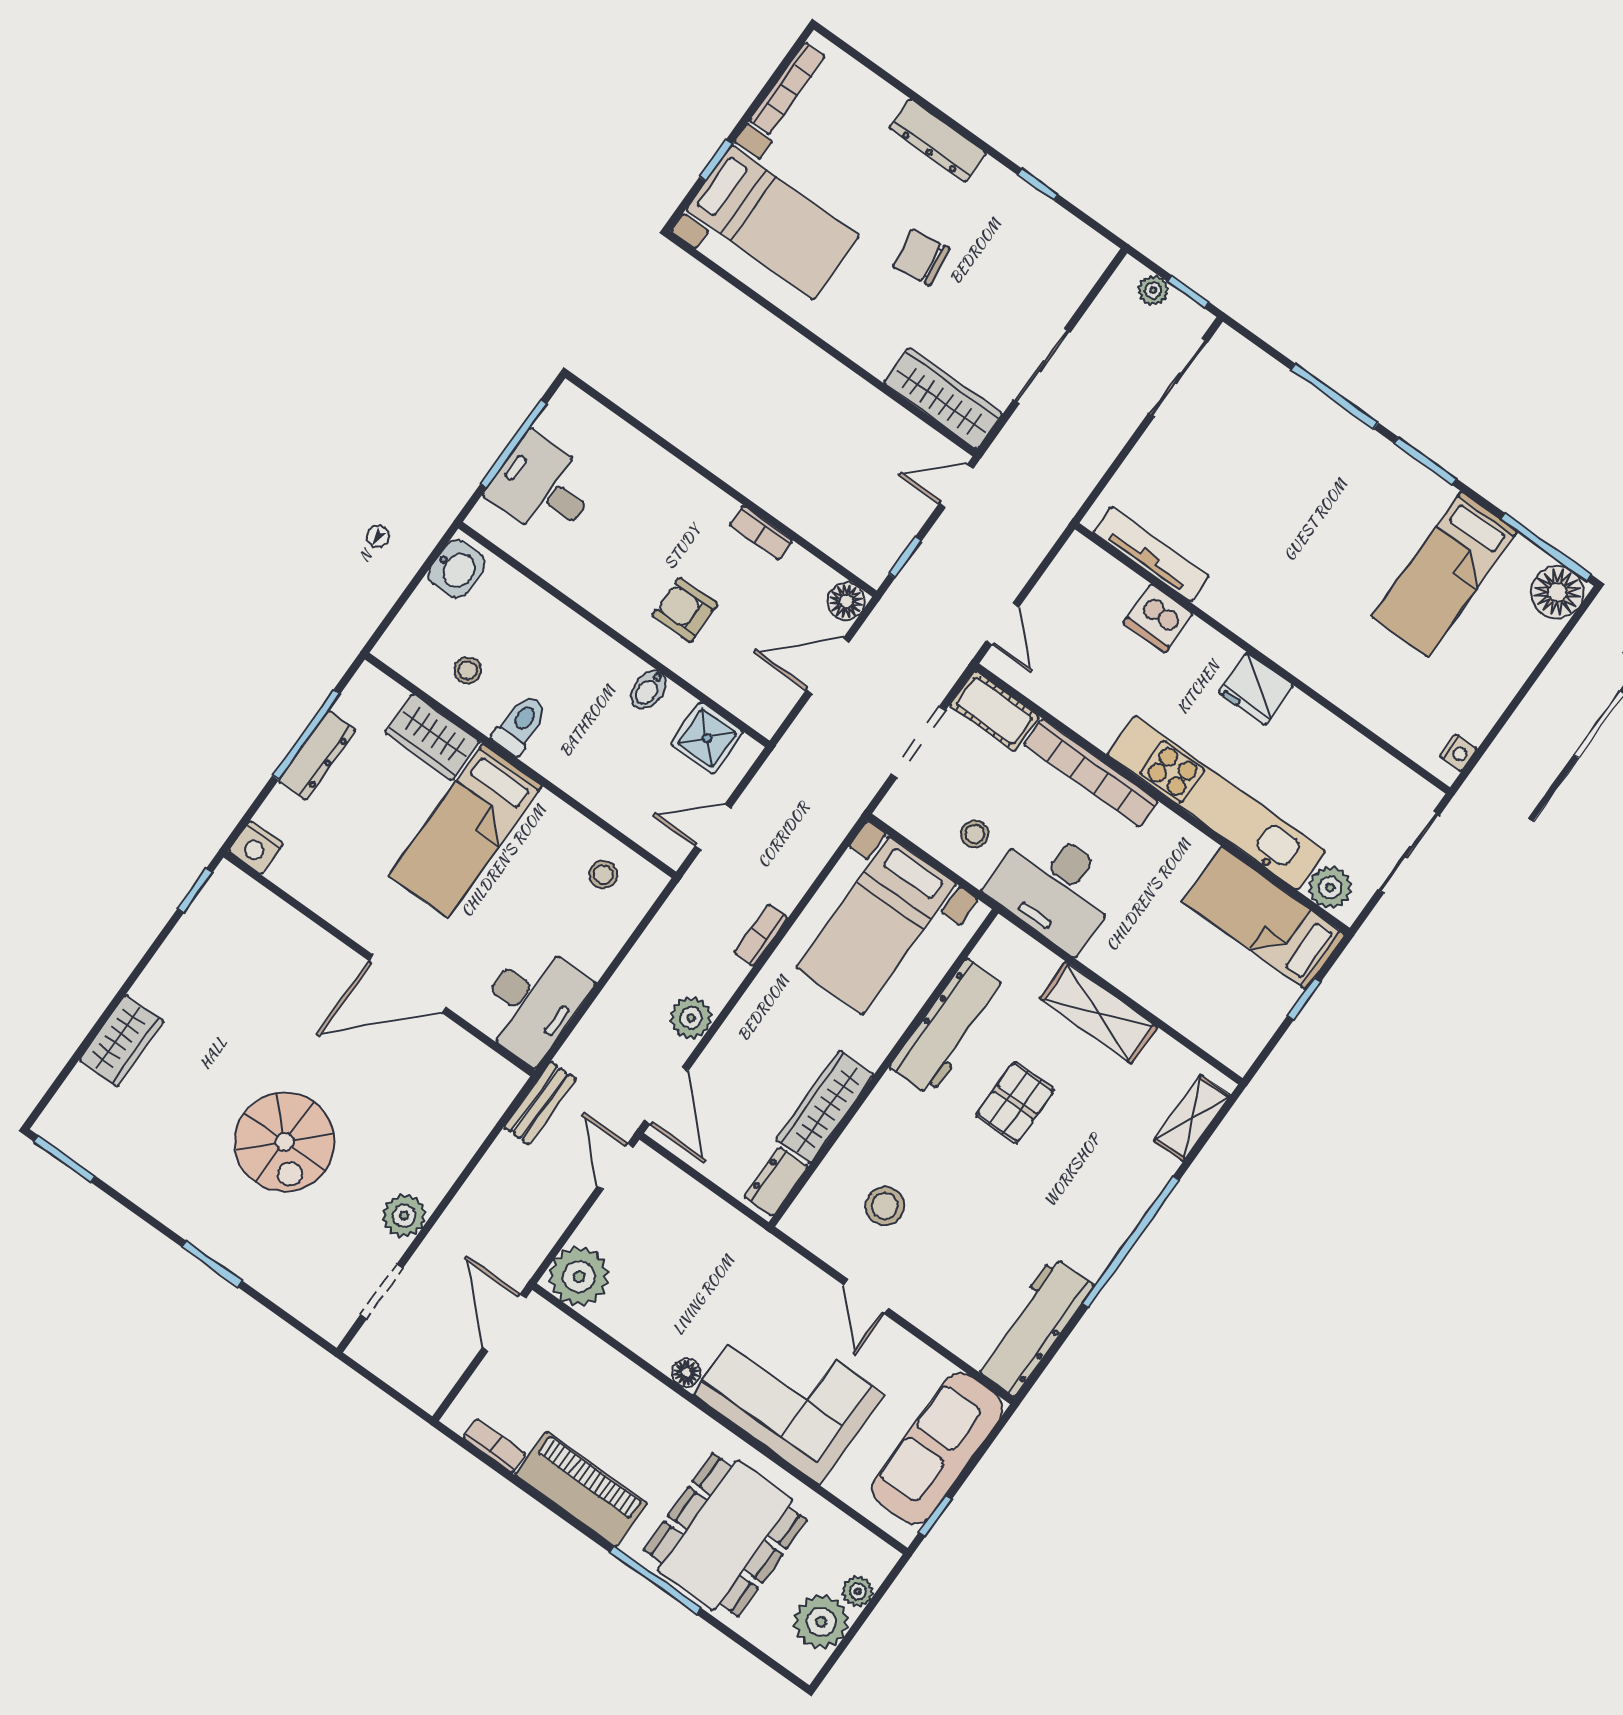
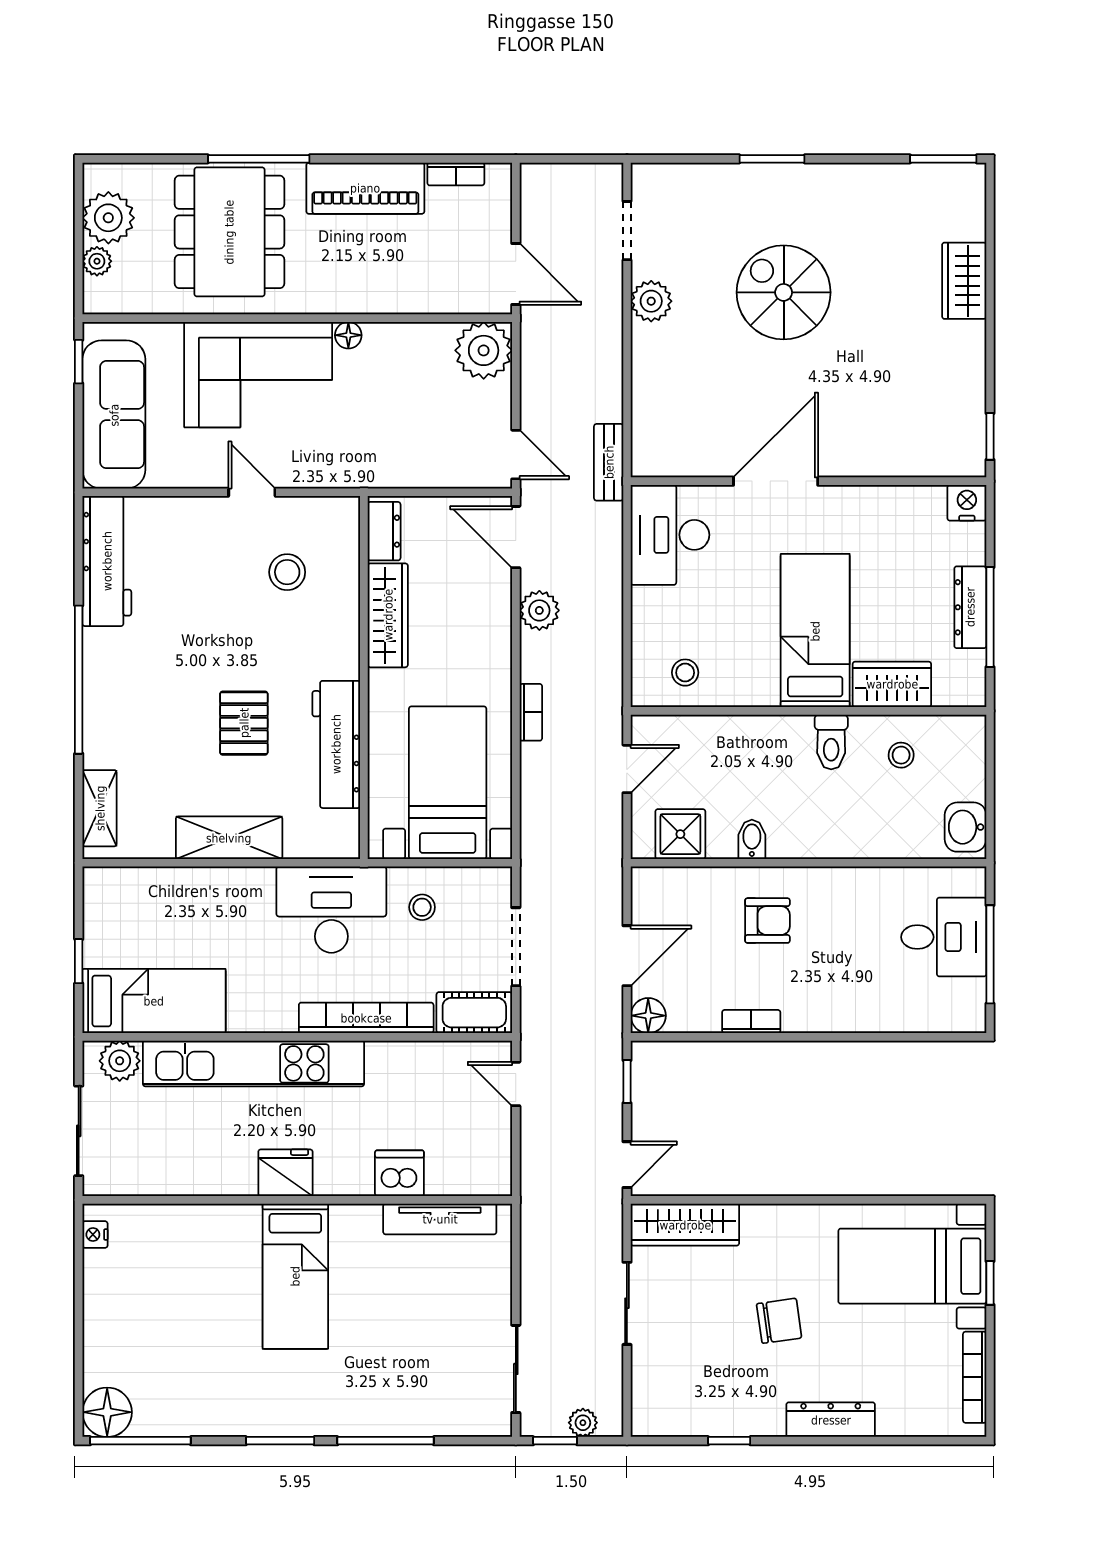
bed: (1445, 574) -> (295, 1276), moved, turned 180

